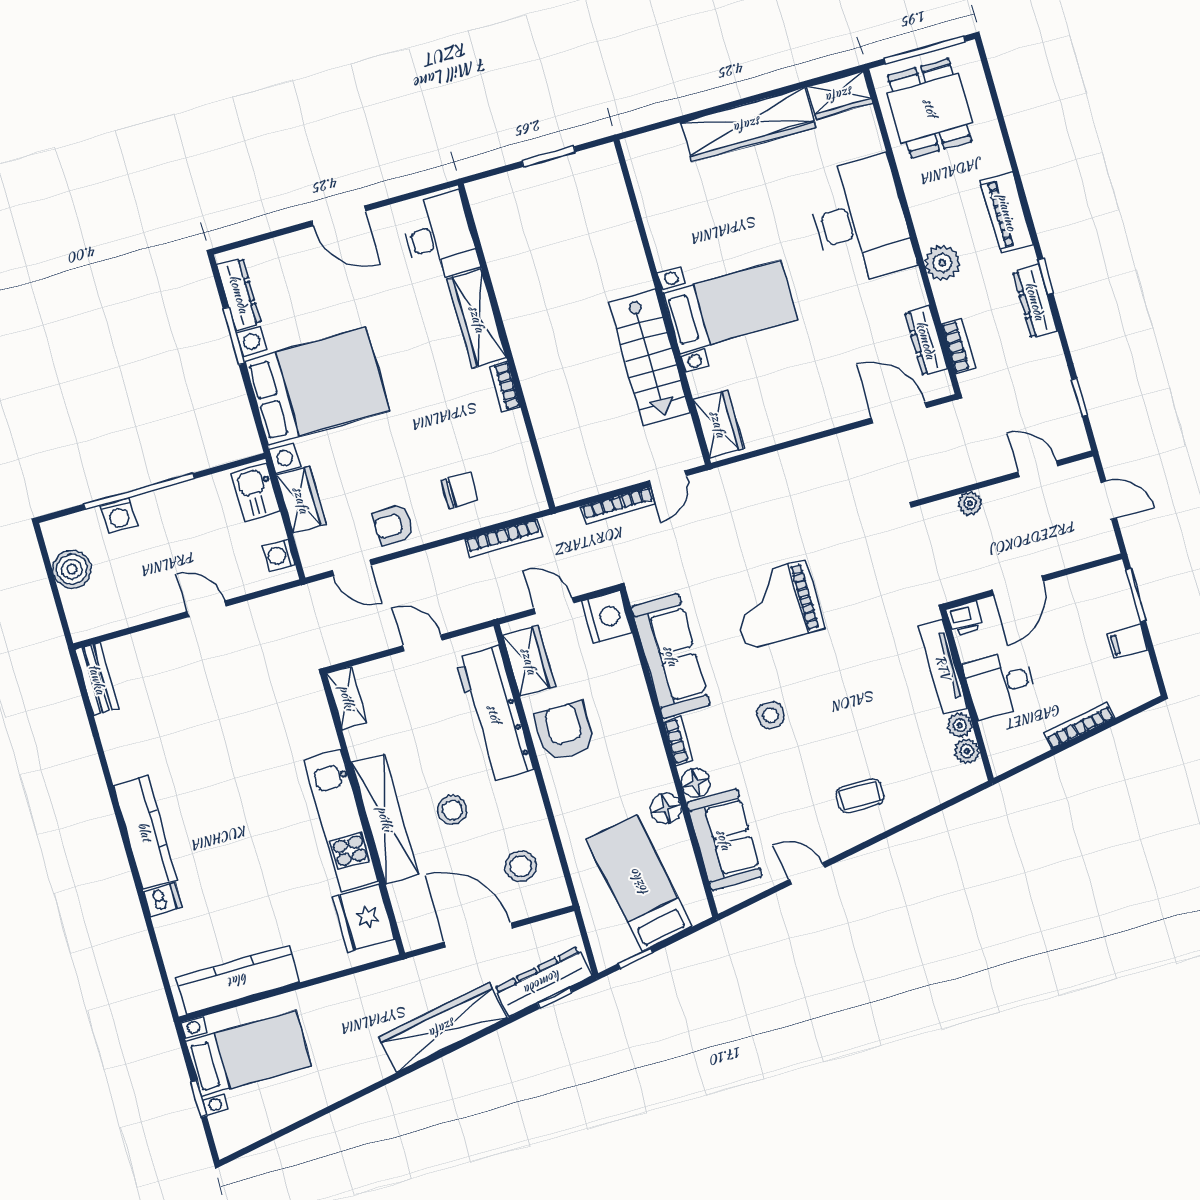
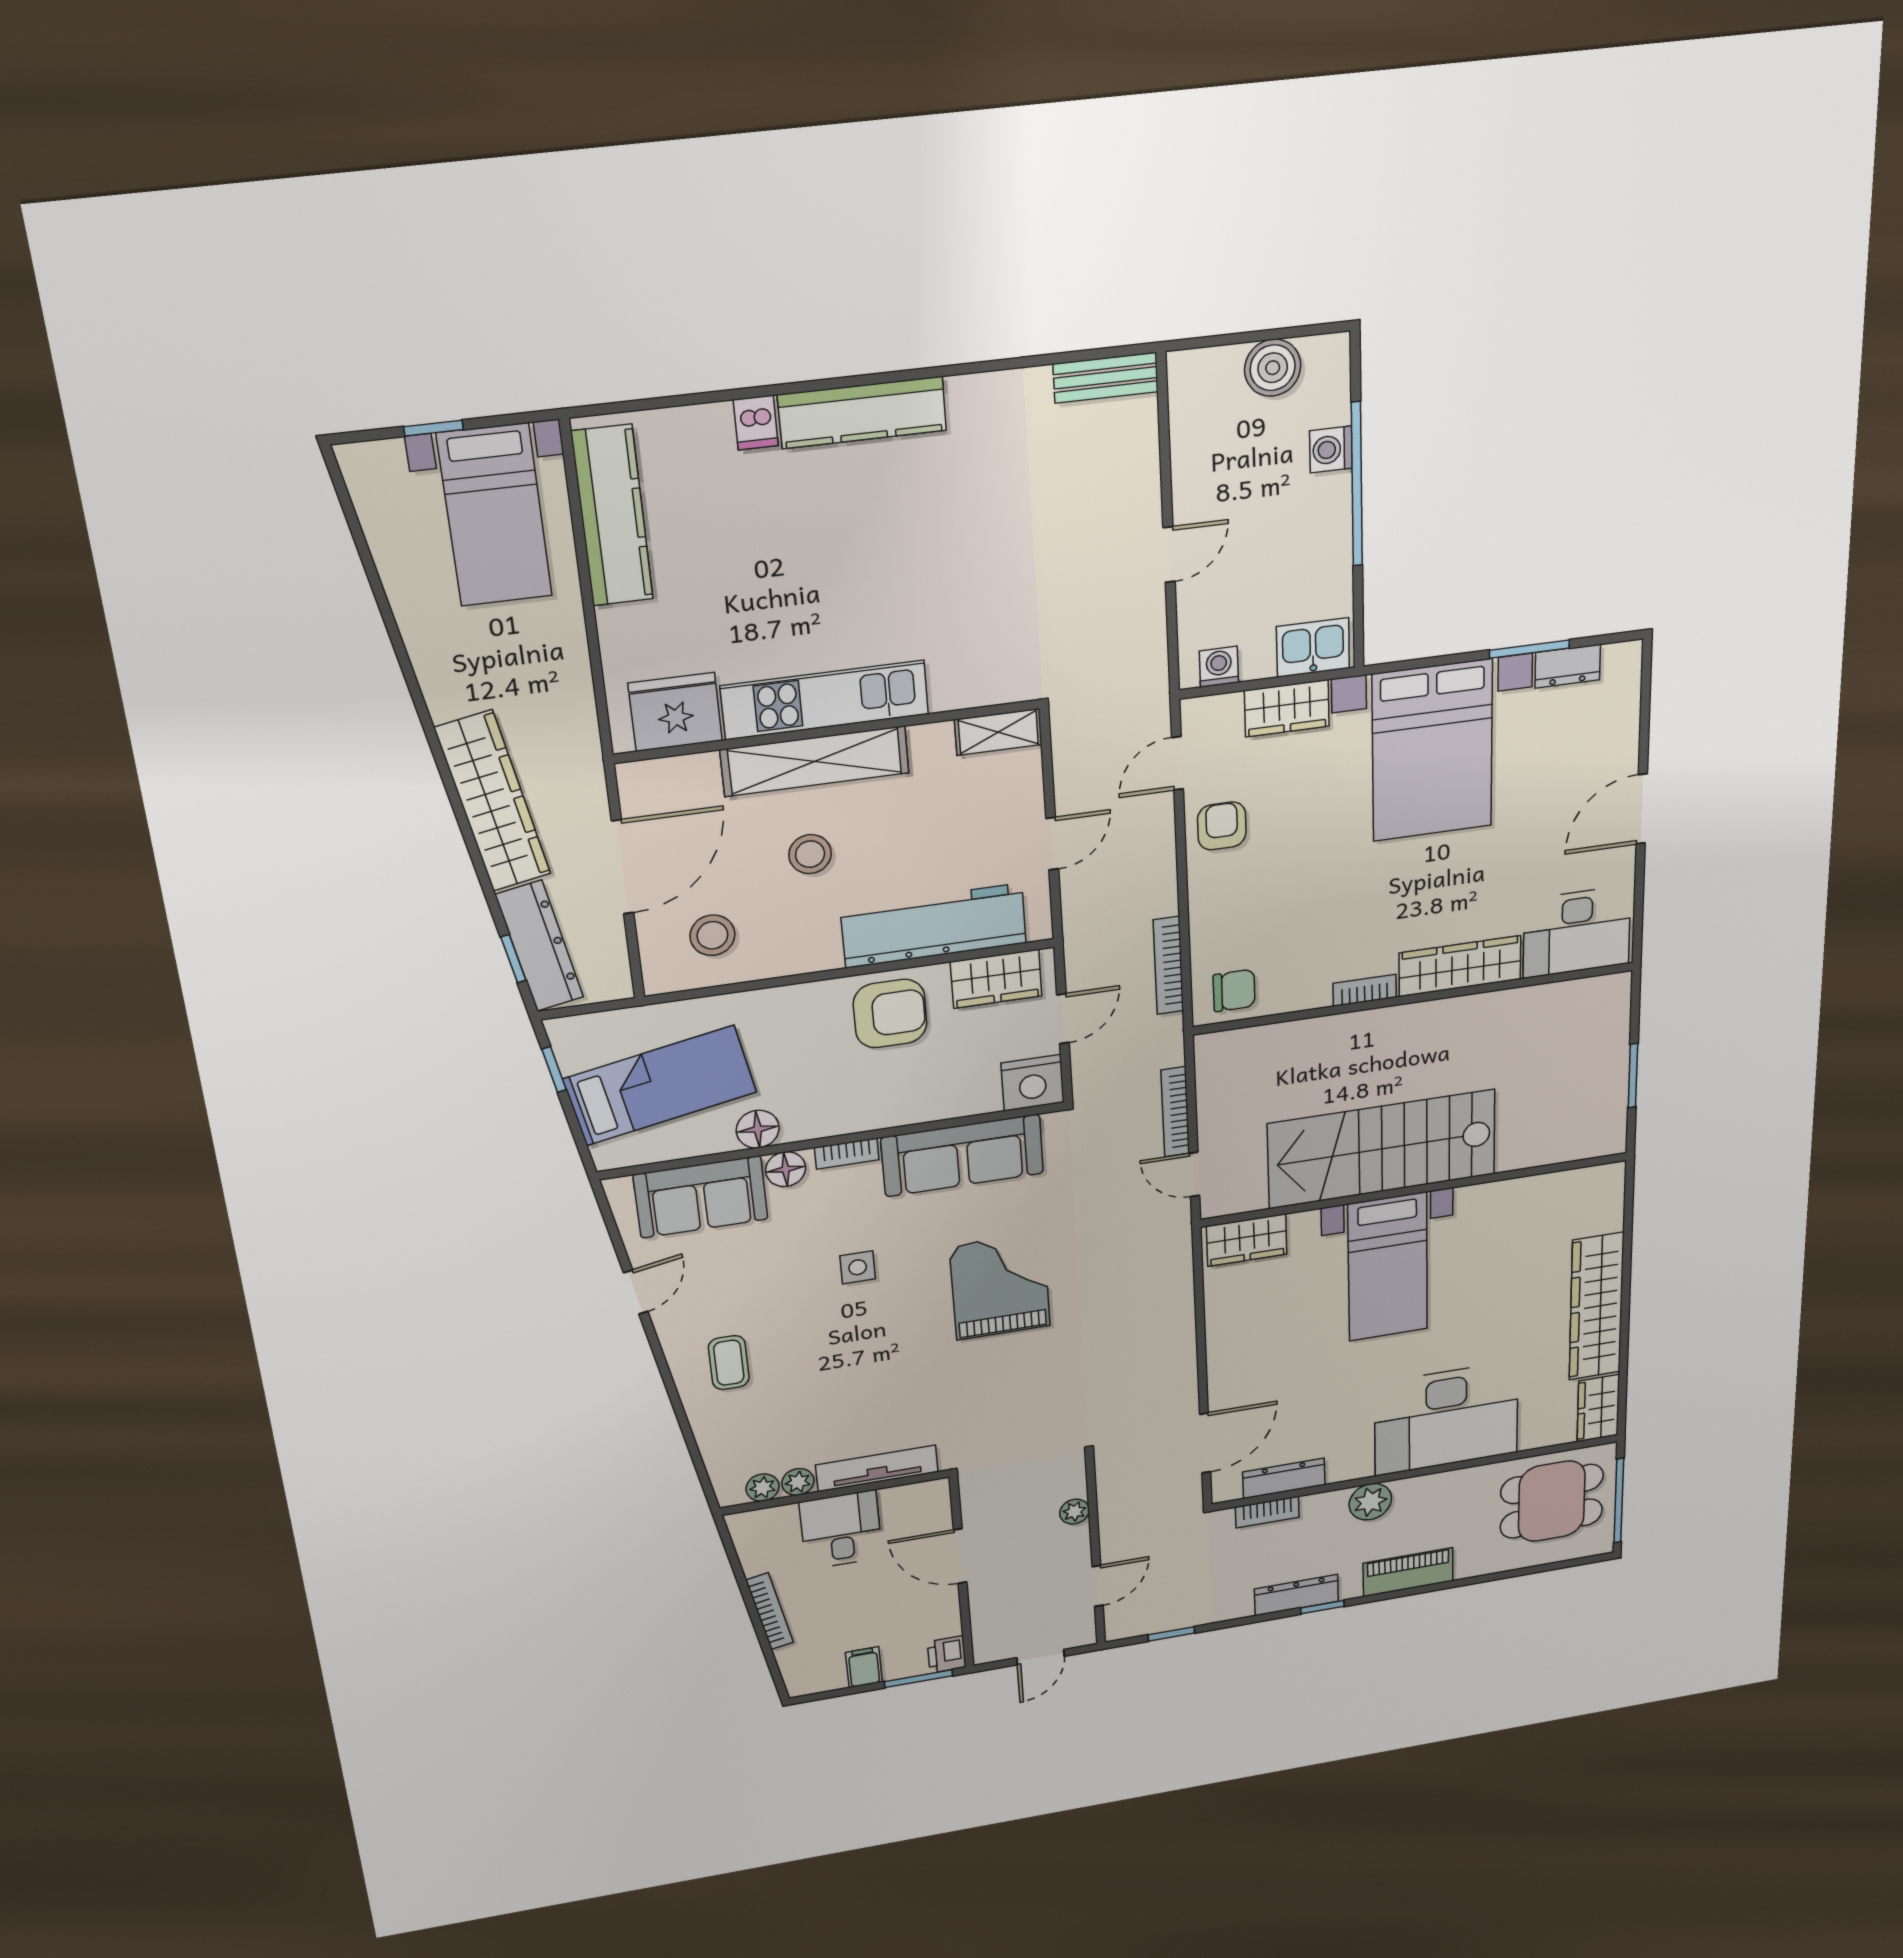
dresser: (239, 294) -> (1568, 666), width x0.70
stairs: (649, 357) -> (1382, 1149), width x1.36, depth x1.51
chair: (460, 490) -> (1234, 990), moved, turned -90
printer: (965, 619) -> (947, 1654), moved

